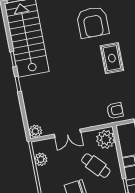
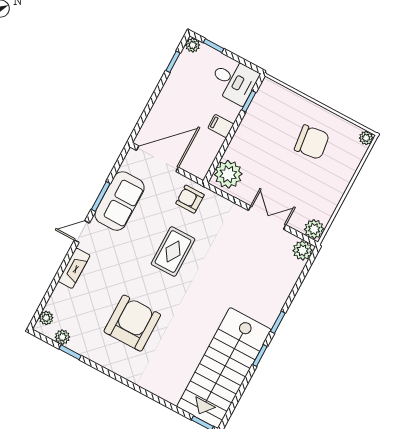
rug: (112, 58) -> (173, 251), moved
plant: (41, 159) -> (314, 229), moved
cafe table: (96, 166) -> (265, 153), removed

